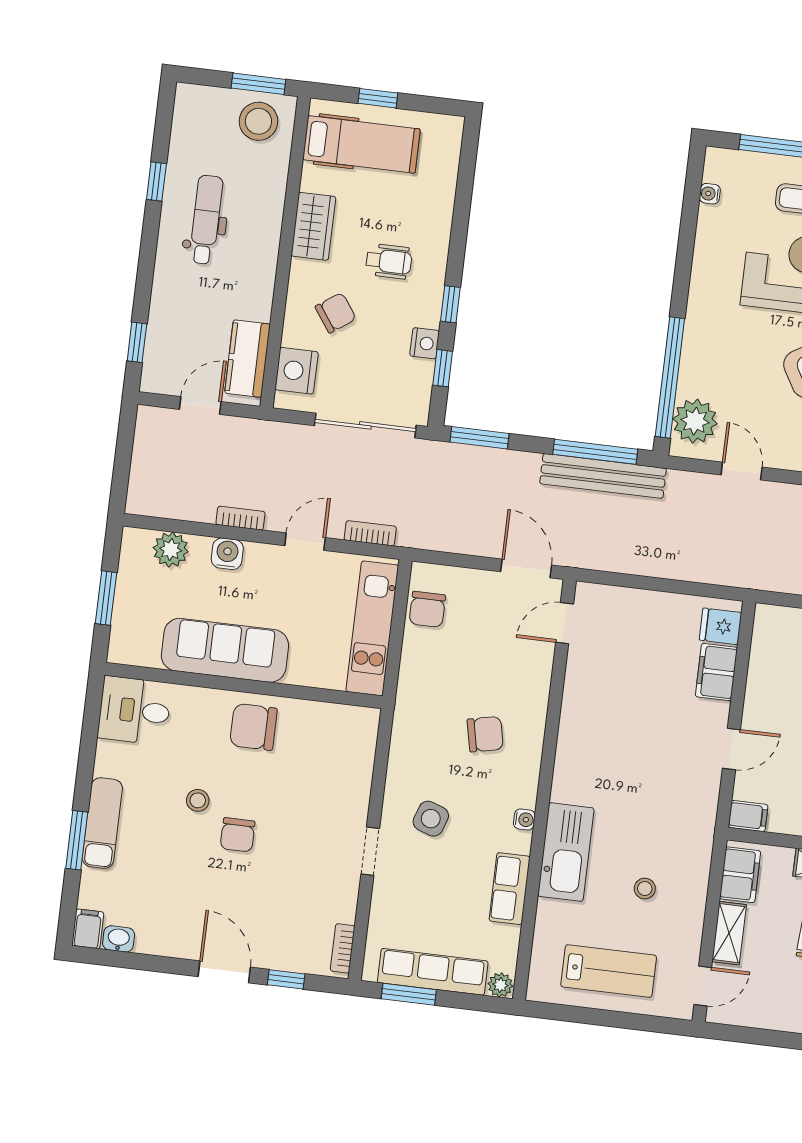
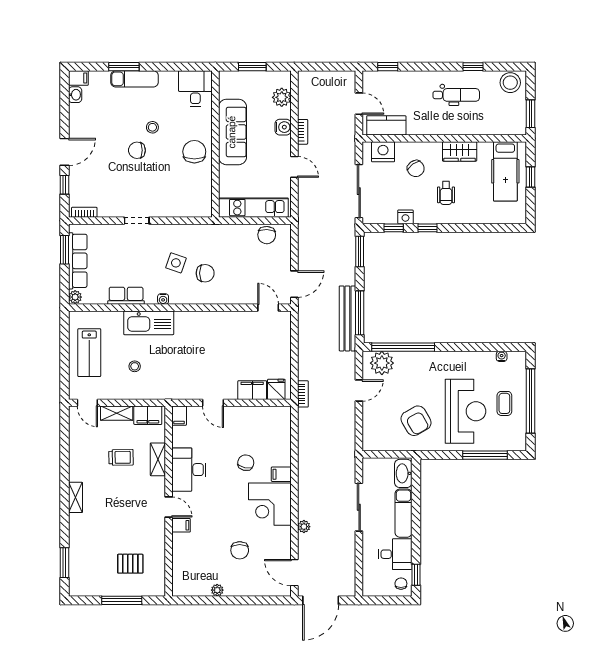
stool: (258, 121) -> (510, 83), moved
bookcase: (370, 533) -> (303, 394), moved
chair: (427, 609) -> (267, 235), turned -87
chair: (485, 734) -> (205, 273), turned -78
side table: (431, 819) -> (176, 263), moved

